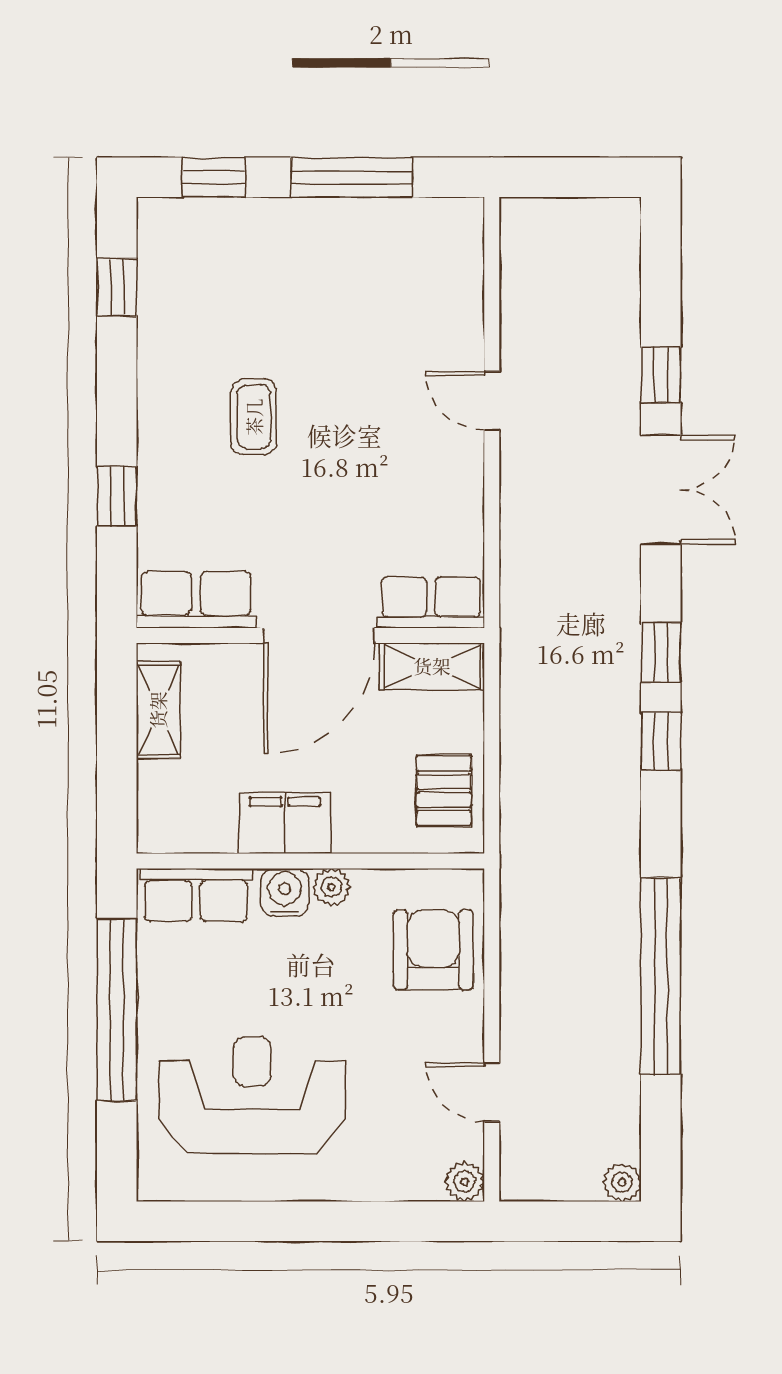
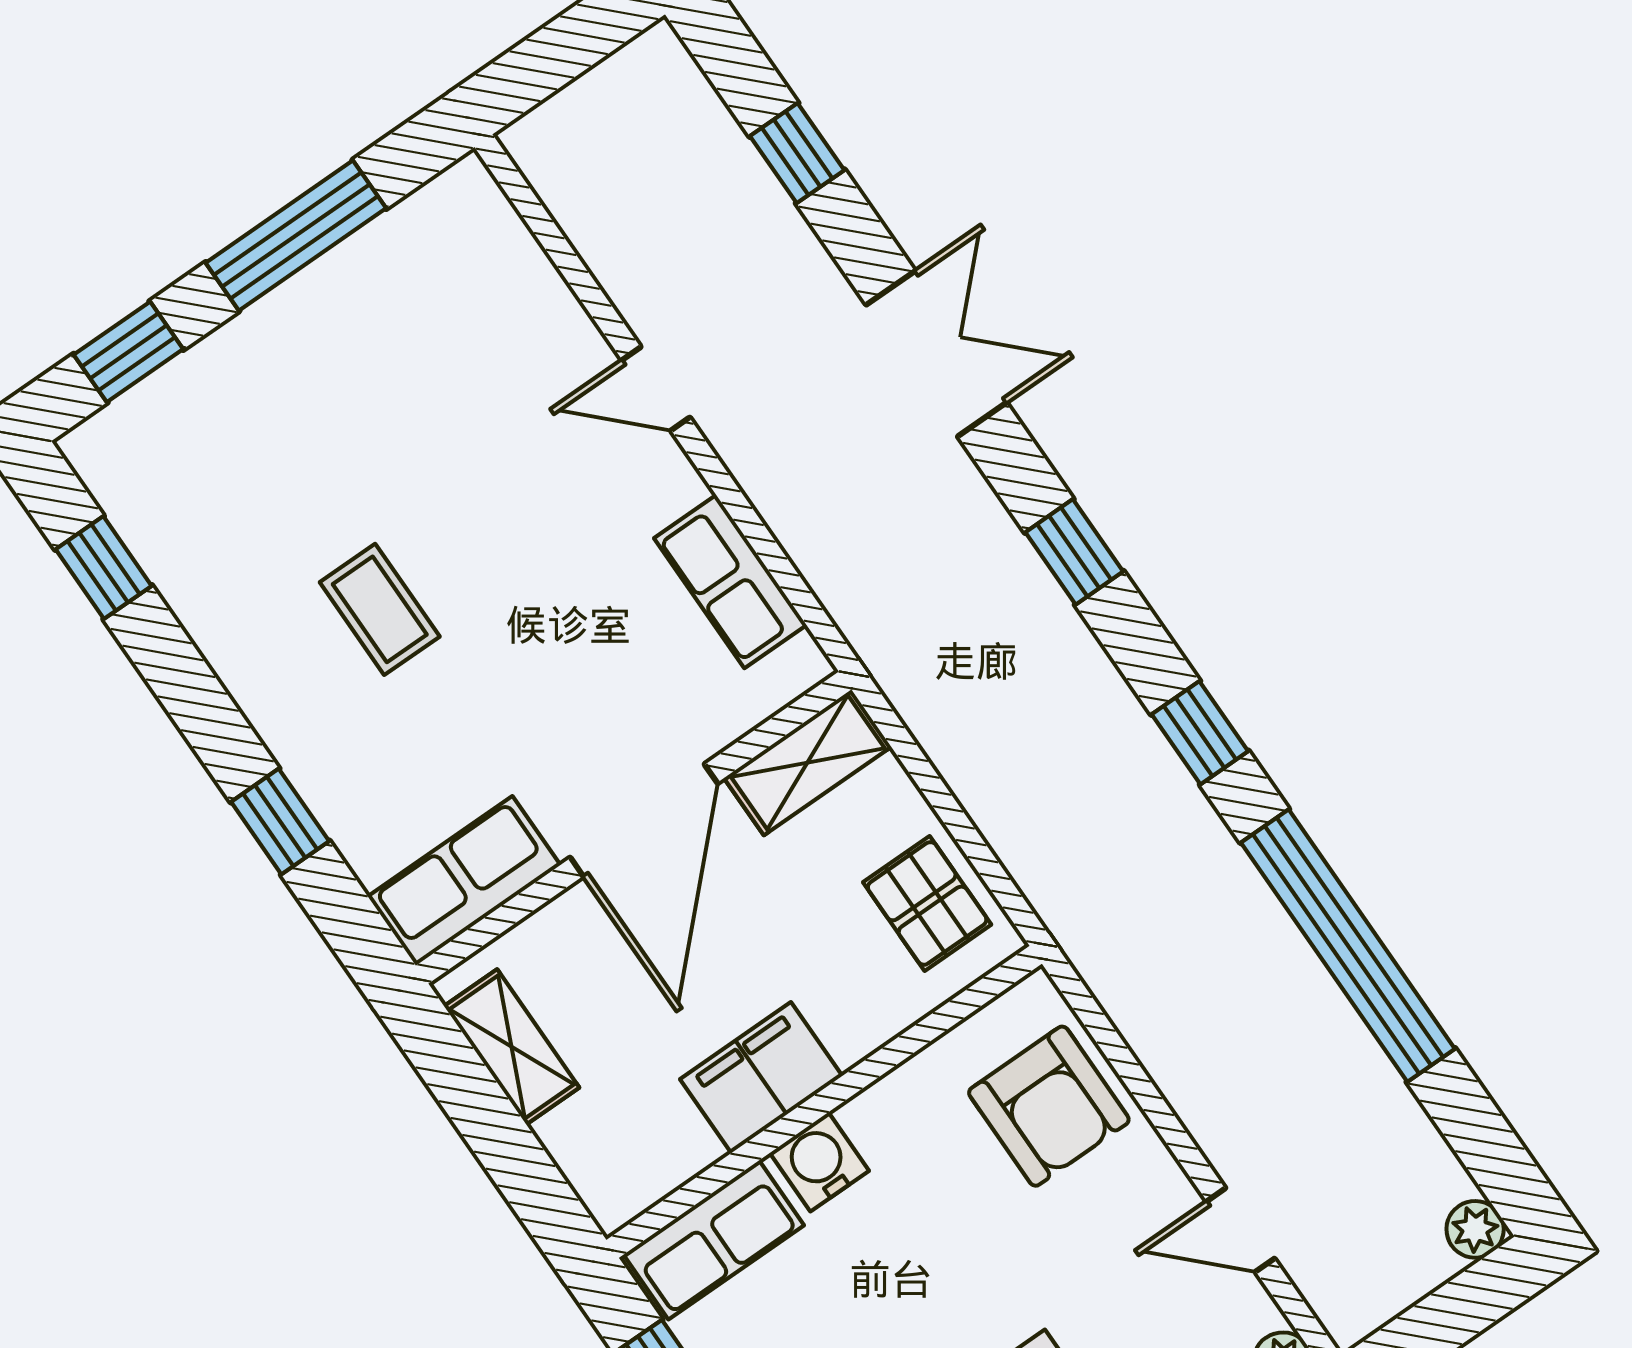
window: (661, 375) -> (797, 153), moved
row of seats: (431, 603) -> (730, 582), moved, turned -90
window: (661, 741) -> (1200, 733), moved
plant: (331, 887) -> (872, 1116), removed
armchair: (433, 950) -> (1049, 1106), turned 180

